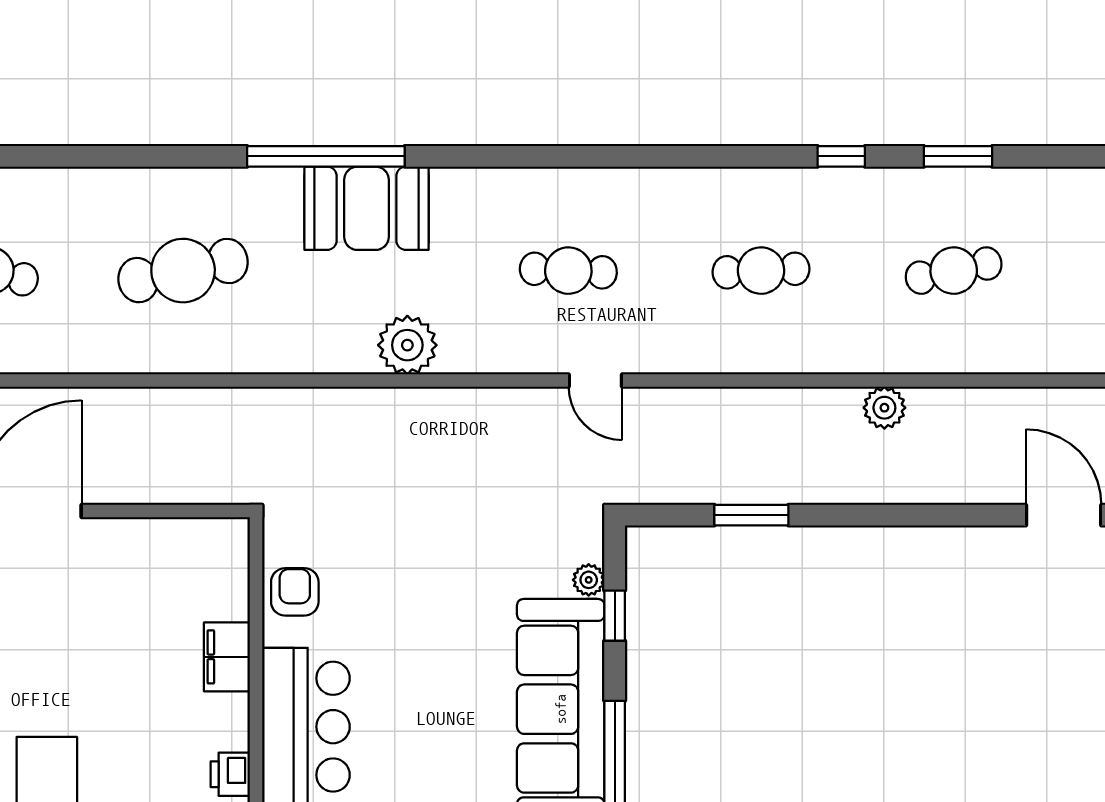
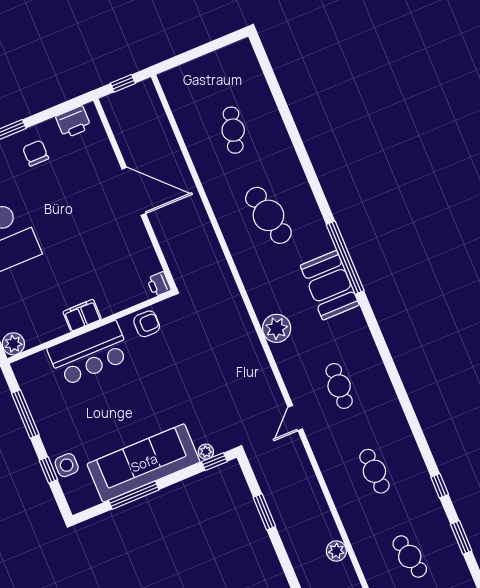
window: (615, 616) -> (214, 462), moved
filing cabinet: (227, 657) -> (82, 315), moved
printer: (230, 774) -> (159, 284), moved, turned -90

